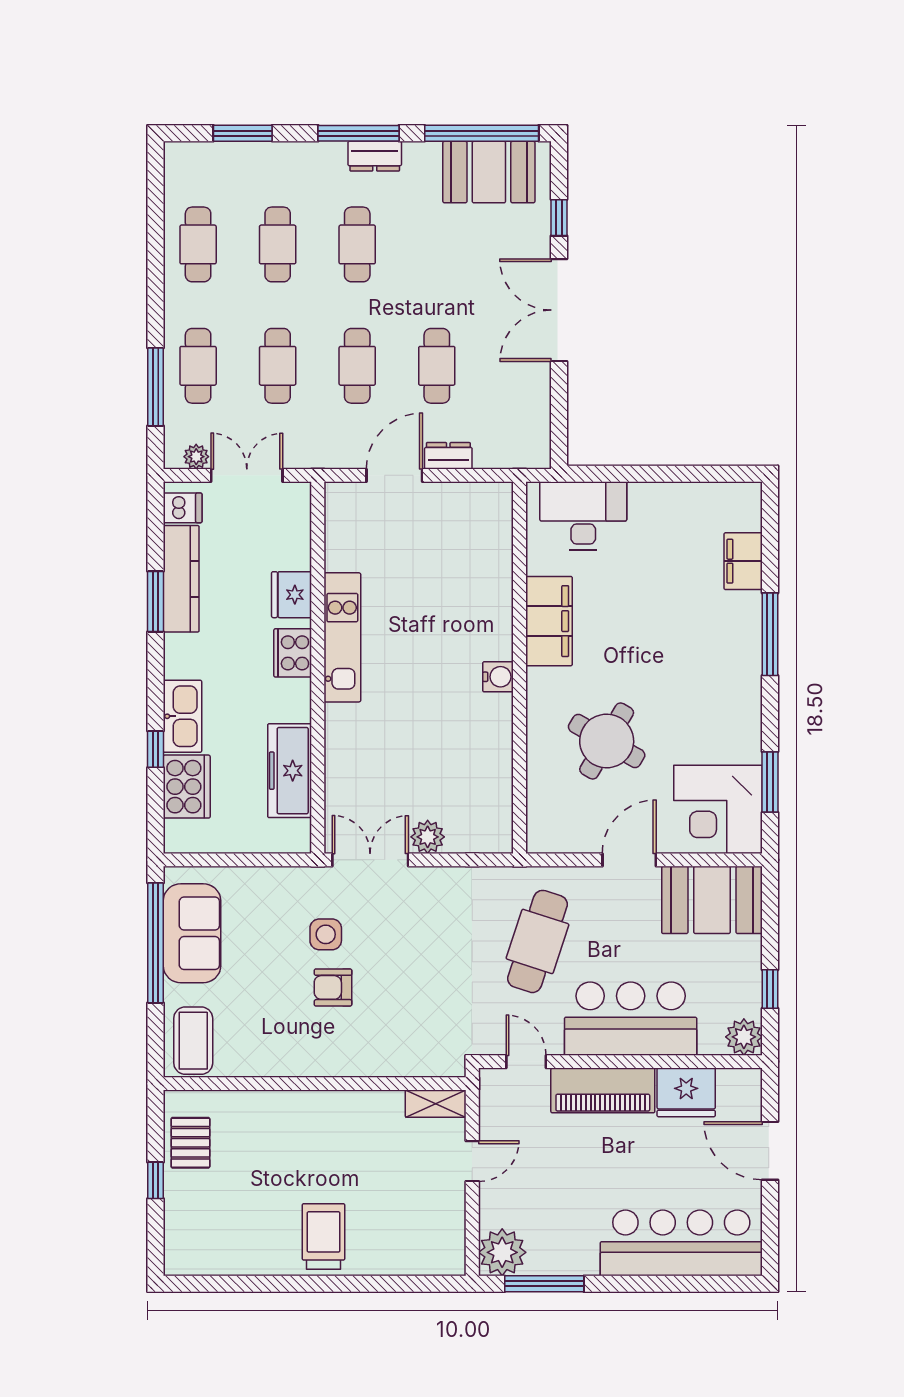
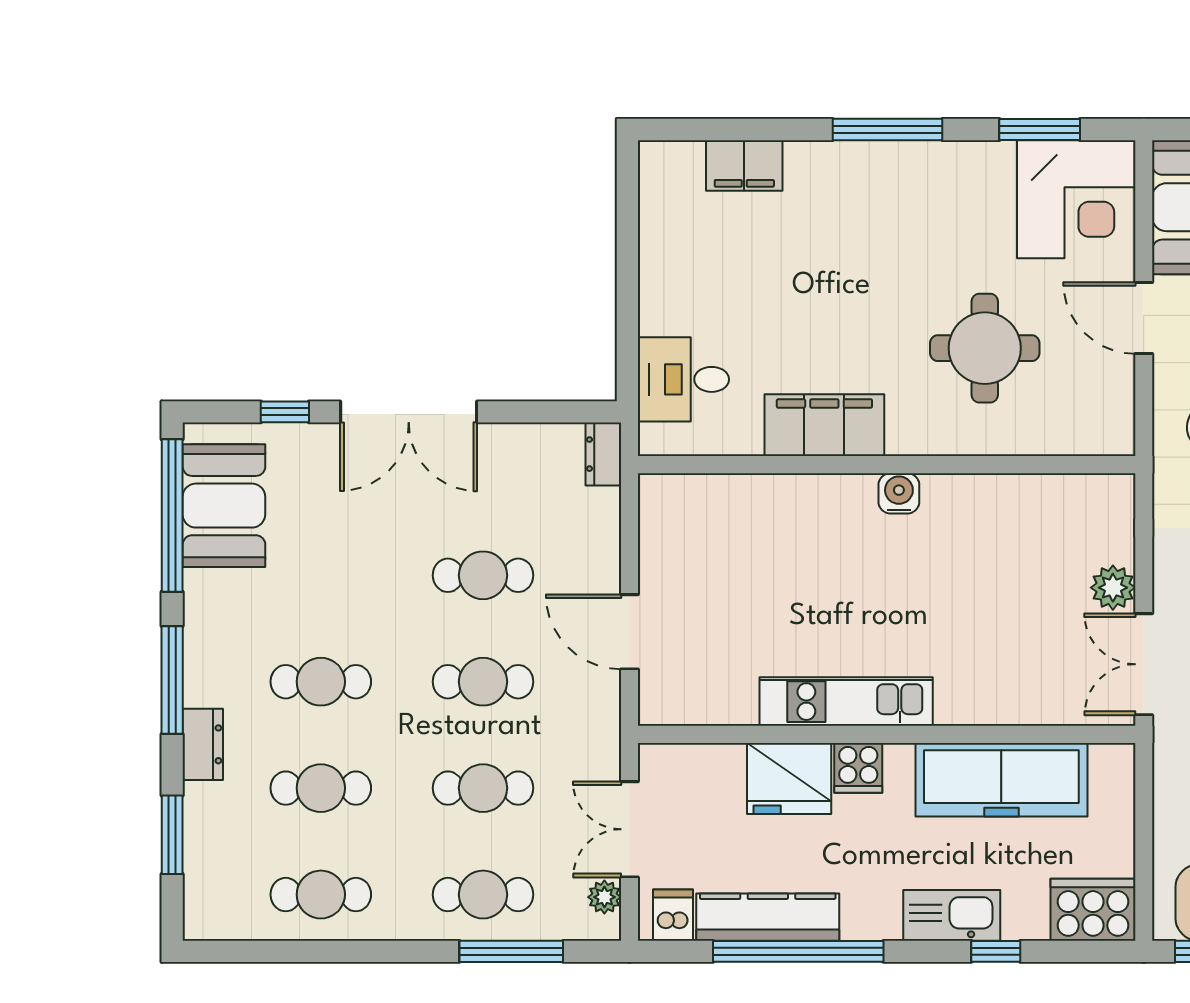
dresser: (375, 156) -> (203, 744), moved
dresser: (448, 456) -> (603, 454), moved
desk: (583, 516) -> (683, 379), width x0.73
fridge: (292, 595) -> (789, 778), width x1.36, depth x1.34
window: (155, 602) -> (798, 951), width x2.11
window: (770, 634) -> (887, 130), moved
cooker: (293, 653) -> (858, 768), width x0.73
round table: (607, 741) -> (985, 348), turned -30
freezer: (290, 771) -> (1001, 780), width x1.36, depth x1.26
cooker: (187, 787) -> (1093, 910), moved

